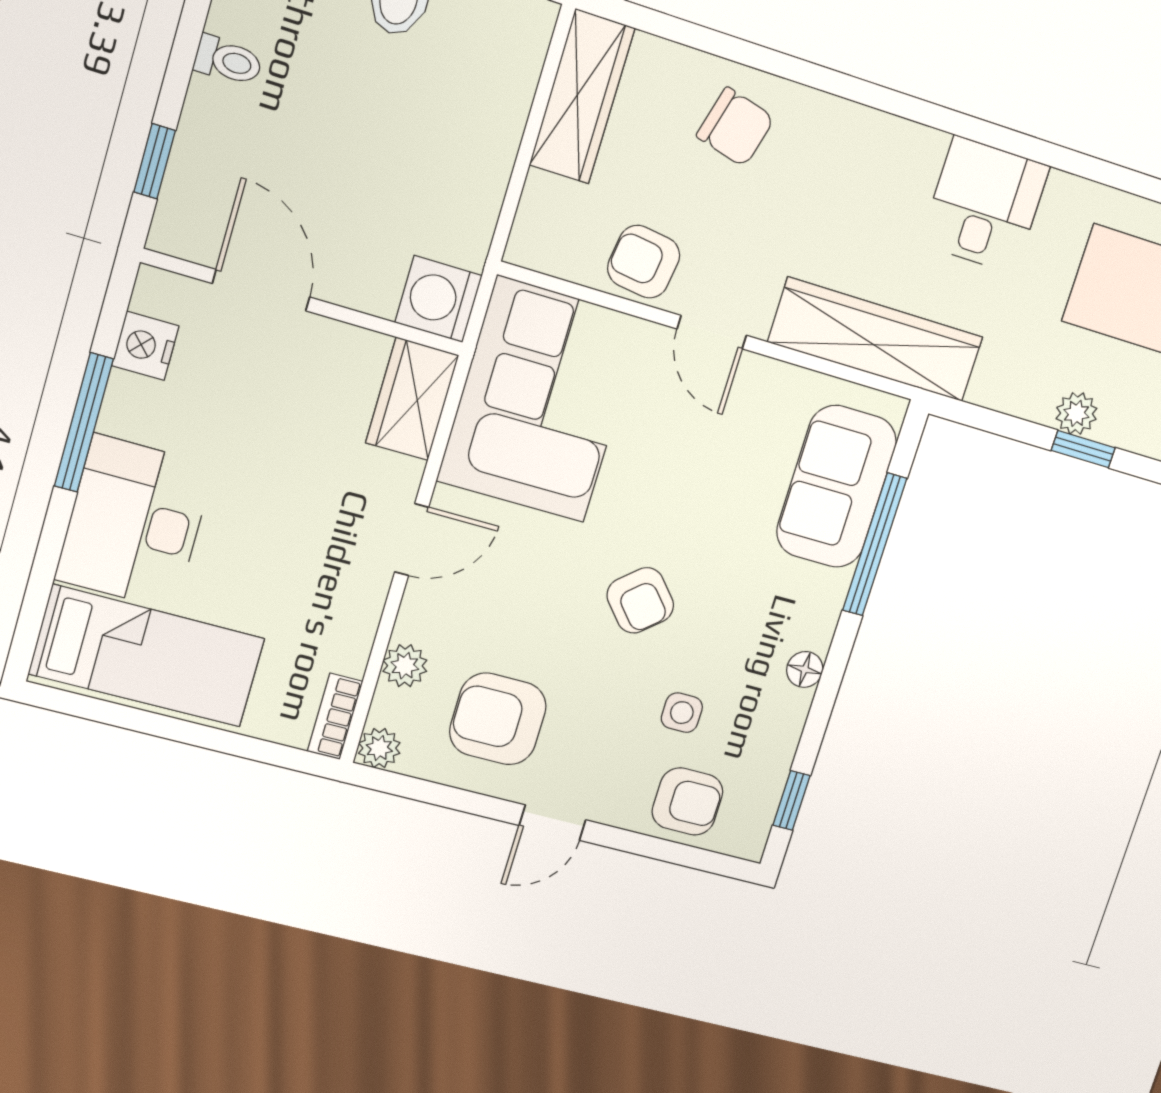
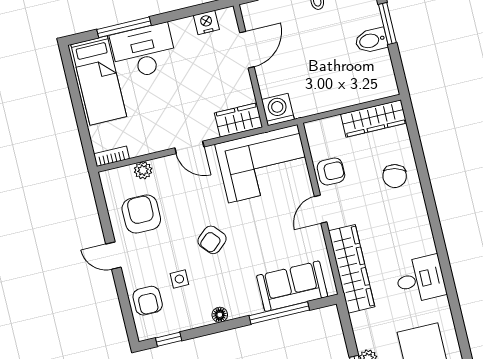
armchair: (644, 262) -> (331, 171), turned 82
window: (84, 423) -> (124, 27), moved
plant: (379, 748) -> (108, 178), removed

